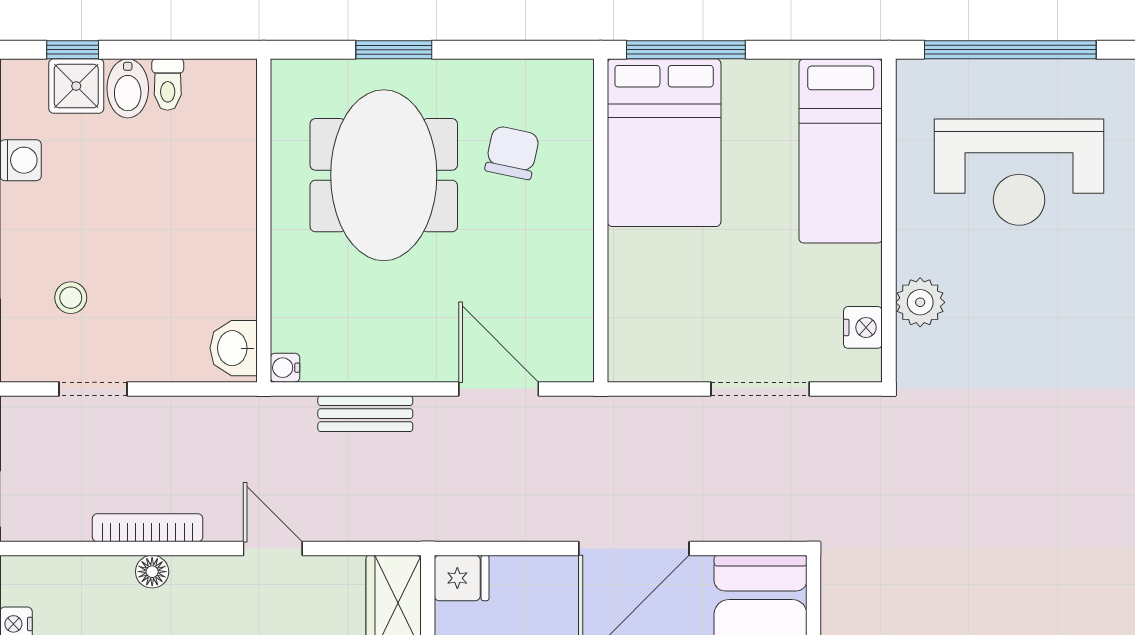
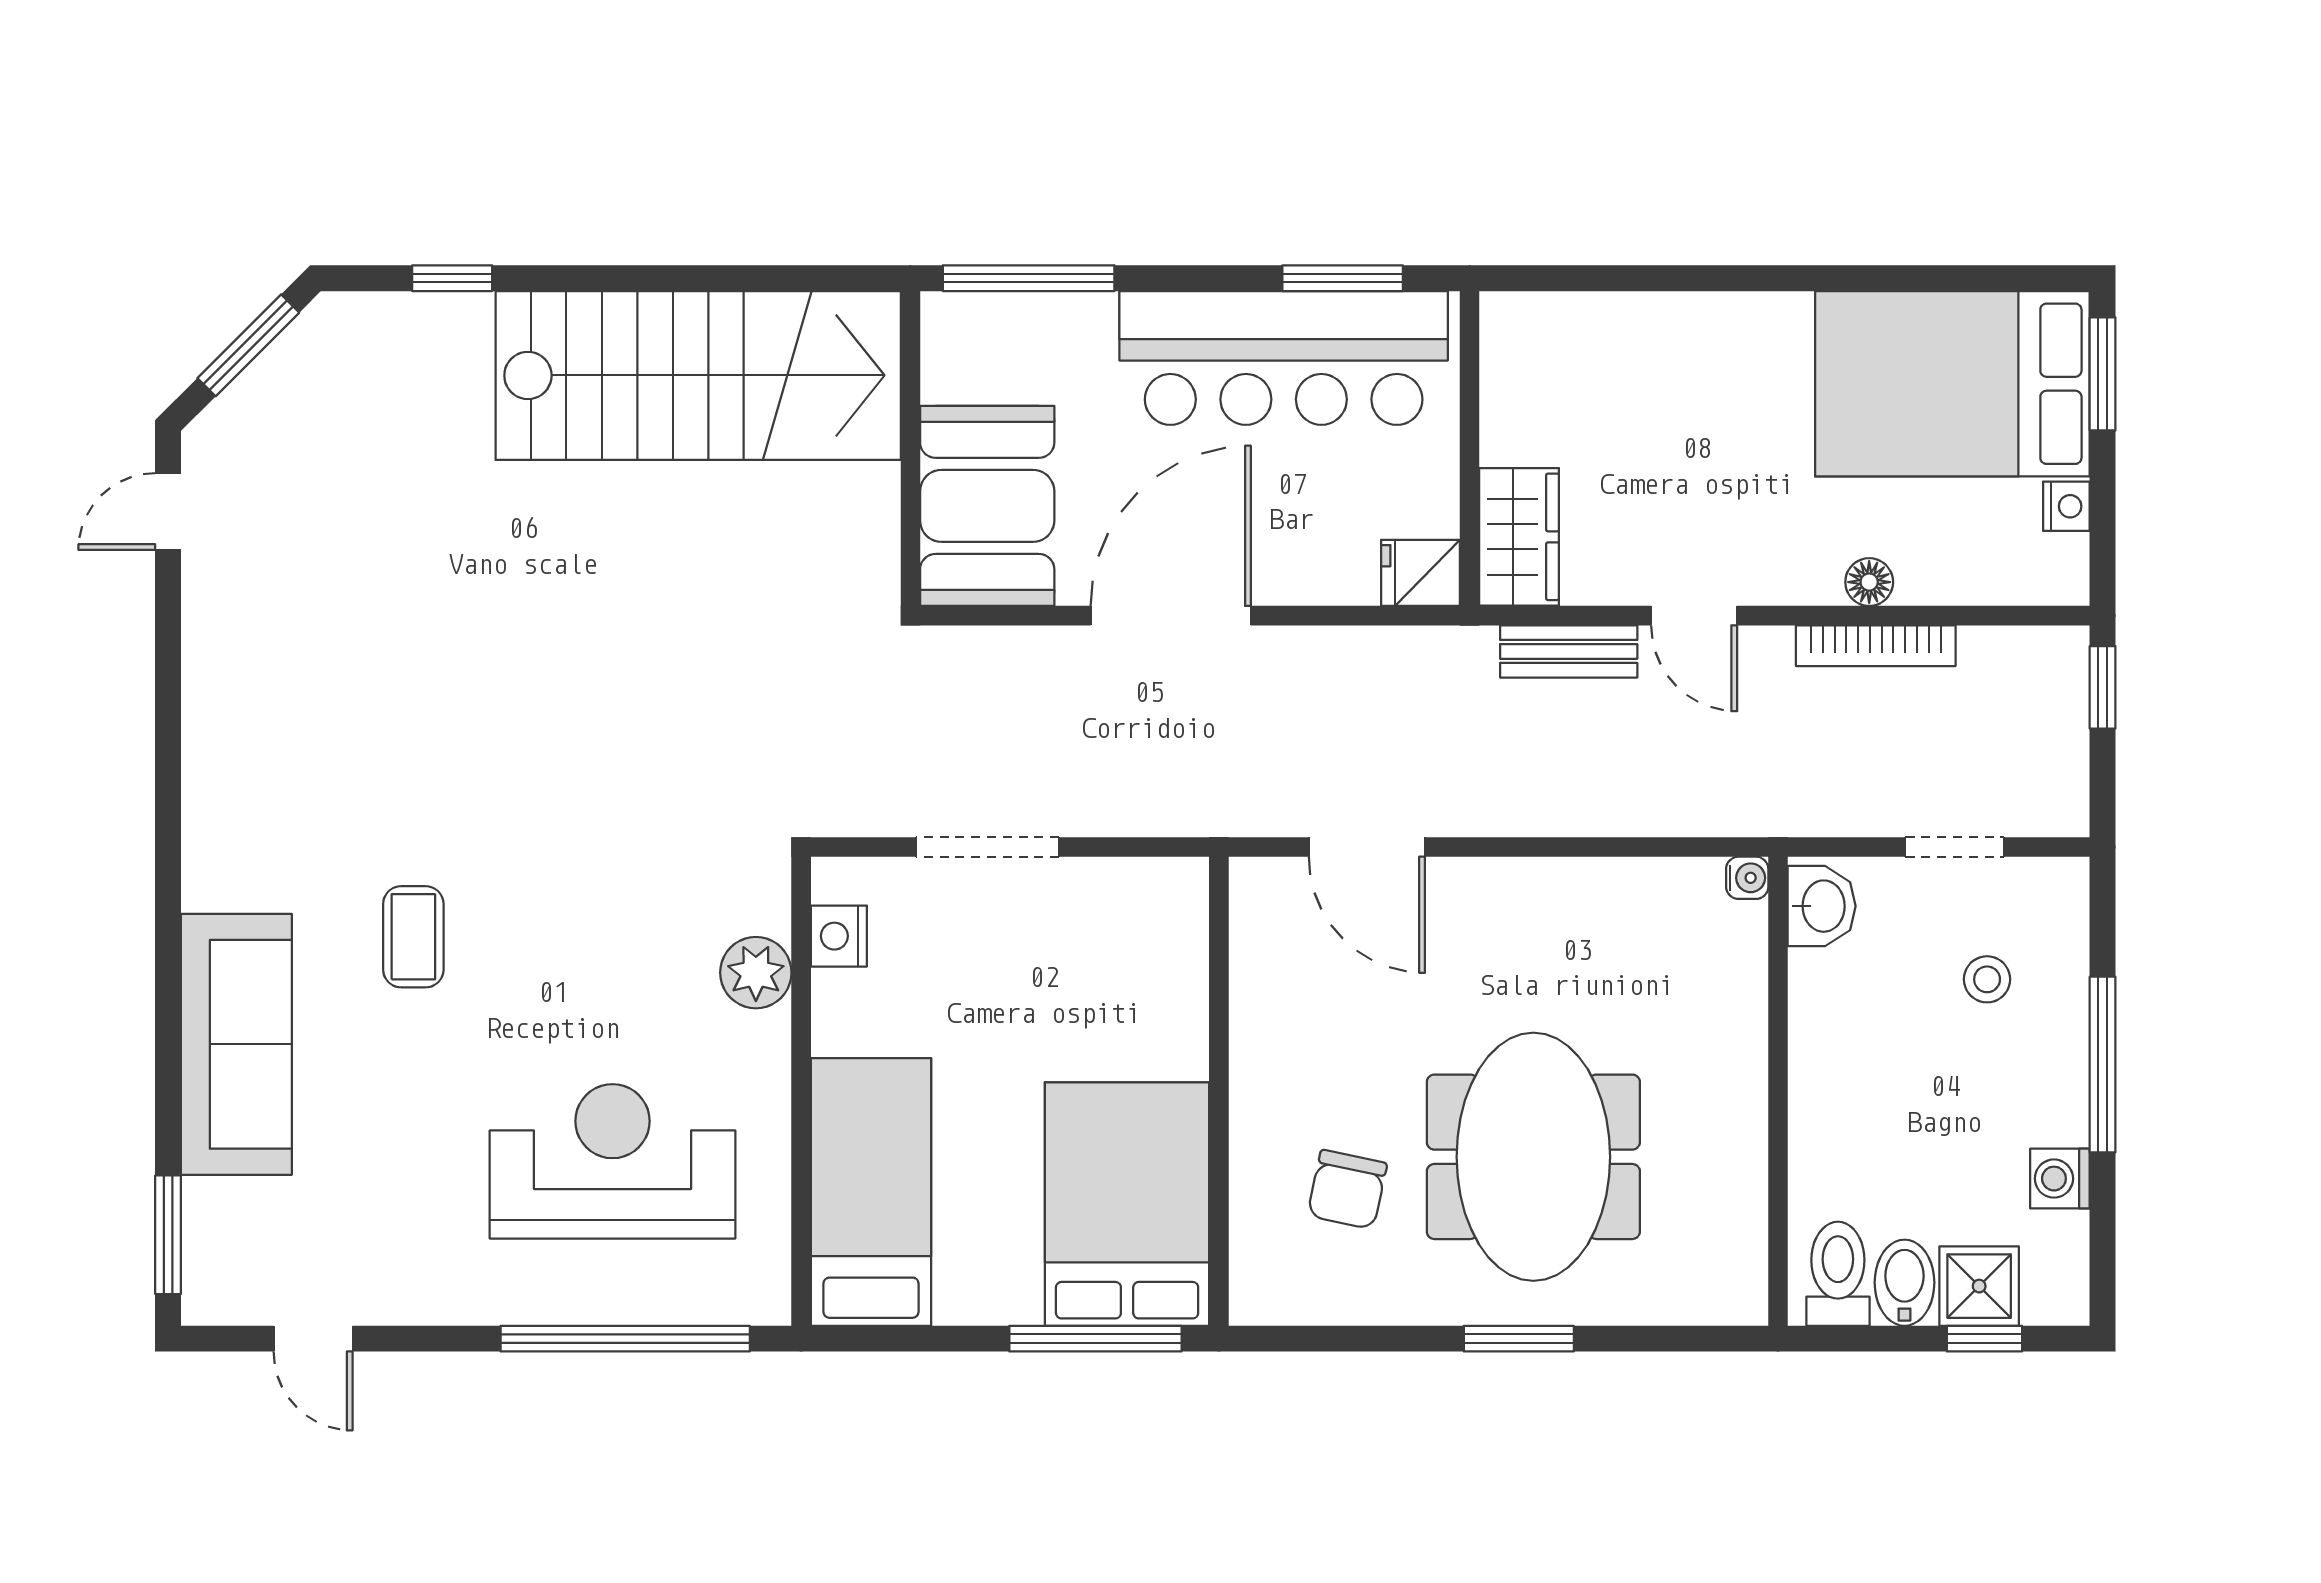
toilet: (168, 85) -> (1838, 1274), width x1.37, depth x1.39
wall: (264, 220) -> (1778, 1091), moved
washbasin: (234, 348) -> (1822, 906), moved
water cooler: (285, 368) -> (1747, 878), moved
bench: (365, 414) -> (1569, 651), moved

